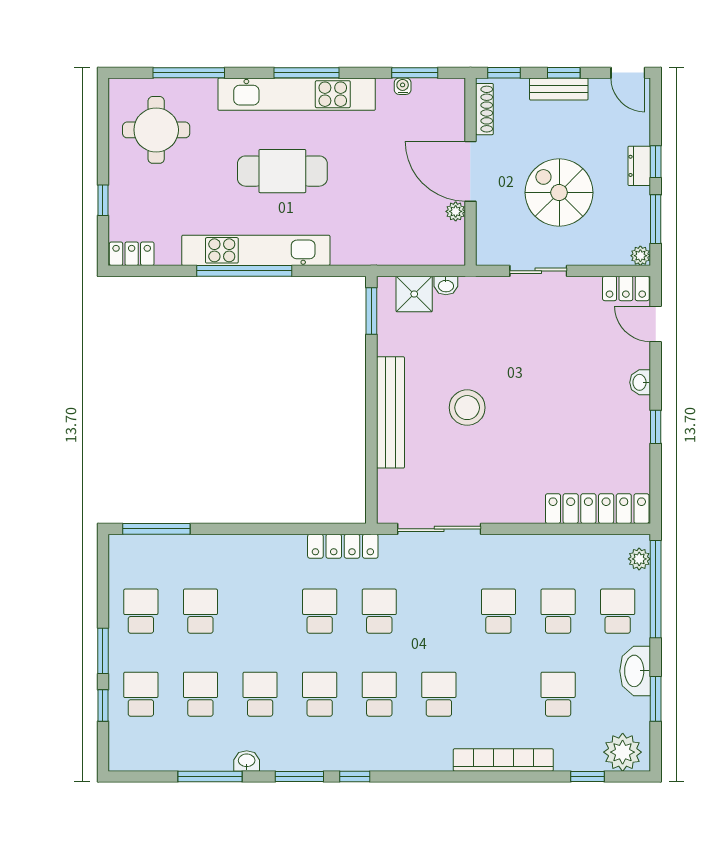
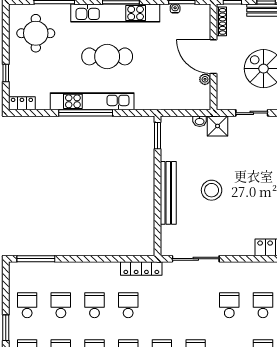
shower: (414, 294) -> (218, 126), moved
school desk: (379, 611) -> (94, 305), moved

